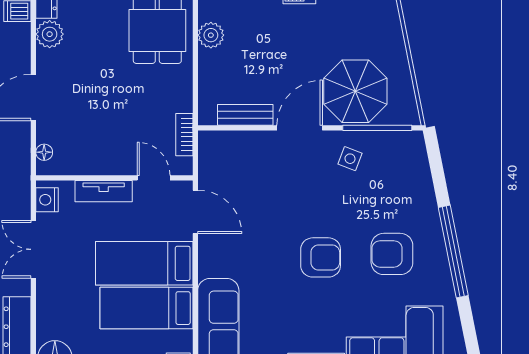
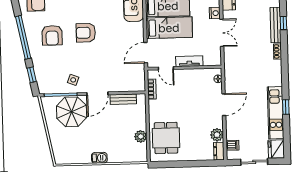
window: (437, 172) -> (32, 75), added
nightstand: (47, 200) -> (215, 13), moved
door: (195, 212) -> (146, 53), hinge flipped
armchair: (392, 254) -> (52, 35), turned 90

